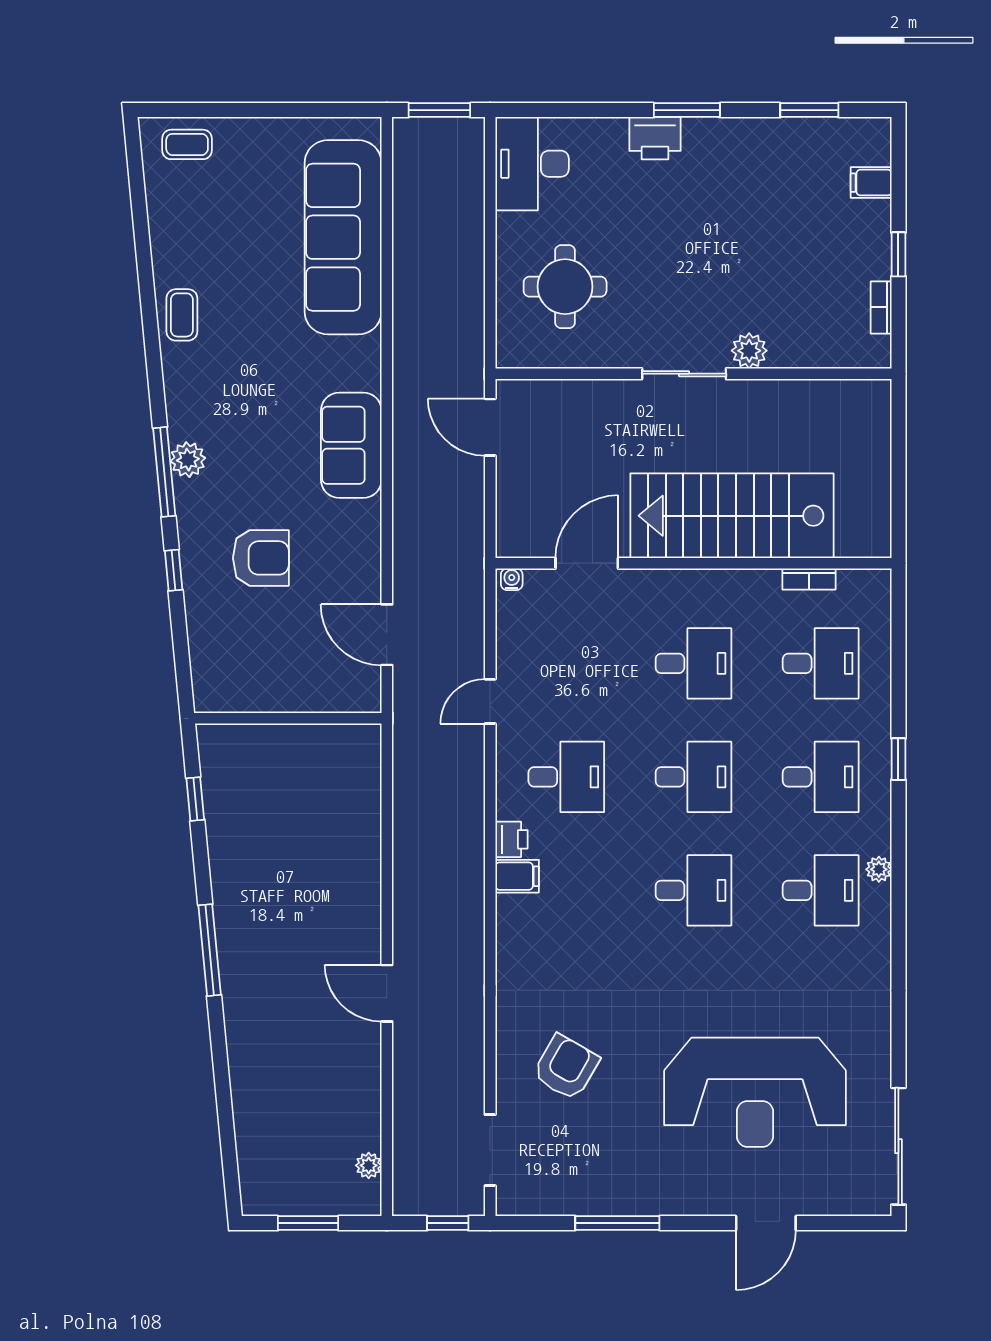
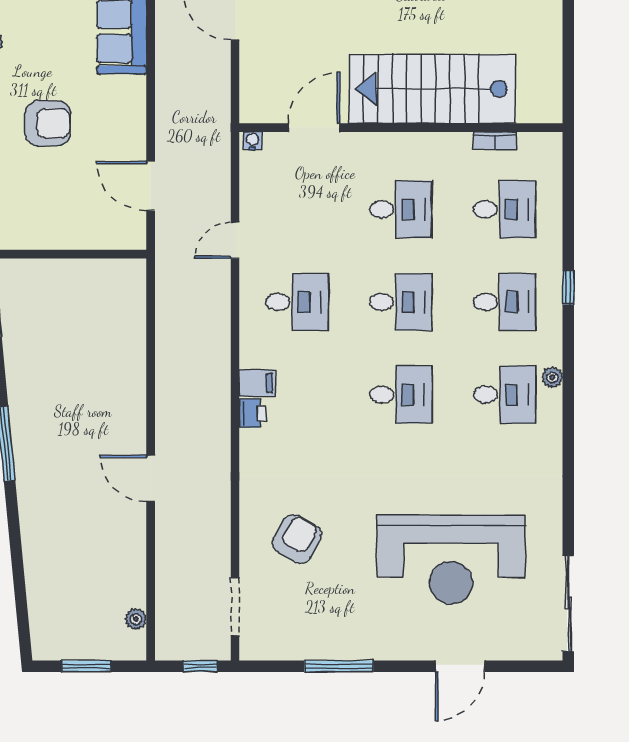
printer: (511, 839) -> (252, 413), moved

